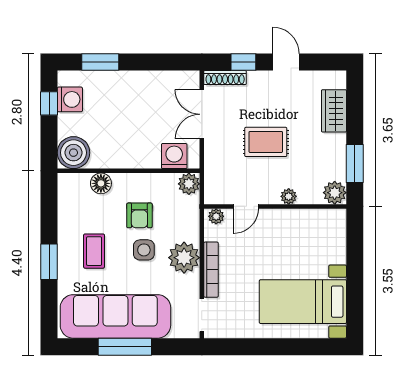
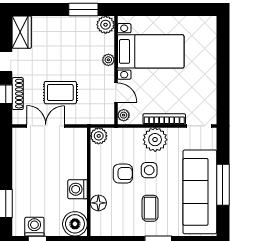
shoe rack: (225, 78) -> (18, 94), moved
wardrobe: (334, 111) -> (22, 32), moved, turned -90
double door: (202, 114) -> (46, 126), swing flipped
rug: (266, 142) -> (60, 93), moved, turned 90
washing machine: (174, 156) -> (78, 189), moved
coffee table: (94, 251) -> (150, 208), turned 90
bed with nightstands: (303, 302) -> (151, 51), moved, turned -90

